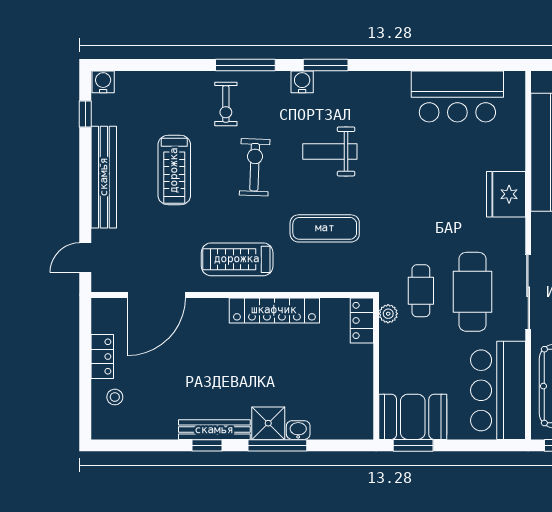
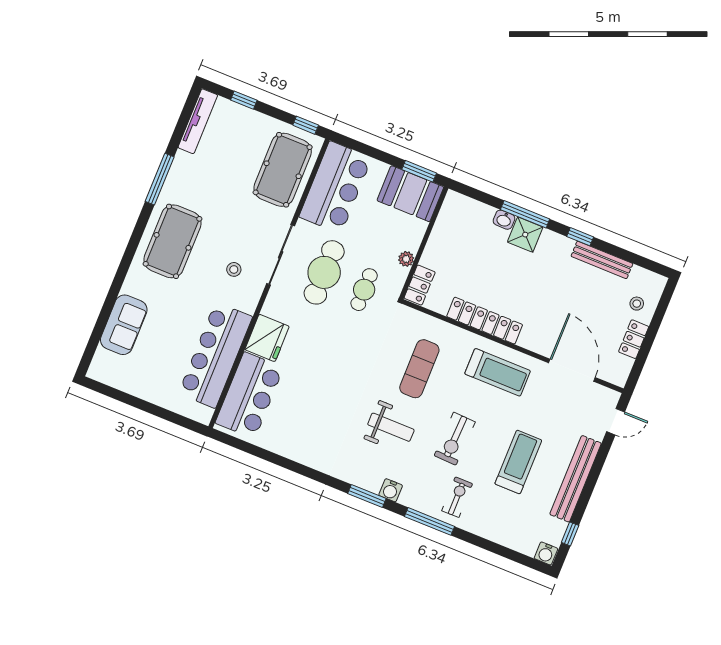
bar counter: (457, 96) -> (249, 395), moved, turned 90
exercise mat: (325, 228) -> (419, 369), turned 90
door: (156, 295) -> (572, 370), hinge flipped
plant: (388, 314) -> (406, 259), moved
bench: (214, 430) -> (602, 260), moved

